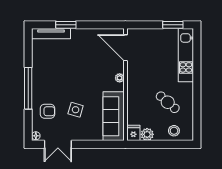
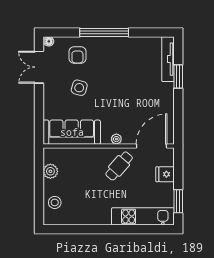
cafe table: (168, 102) -> (119, 166), moved
fridge: (133, 133) -> (165, 174), moved, turned 180

